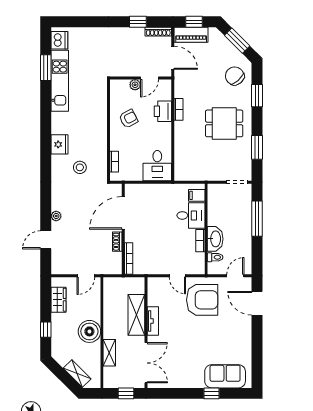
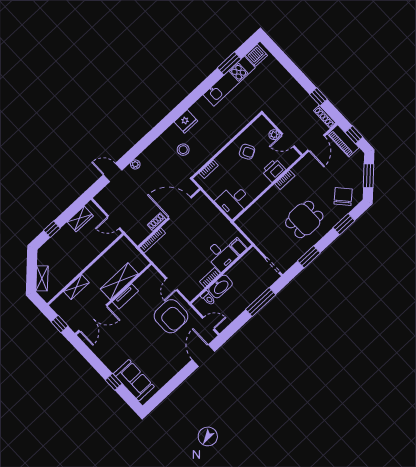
dining table: (224, 123) -> (304, 219), turned 90
boiler: (89, 331) -> (78, 260), removed

